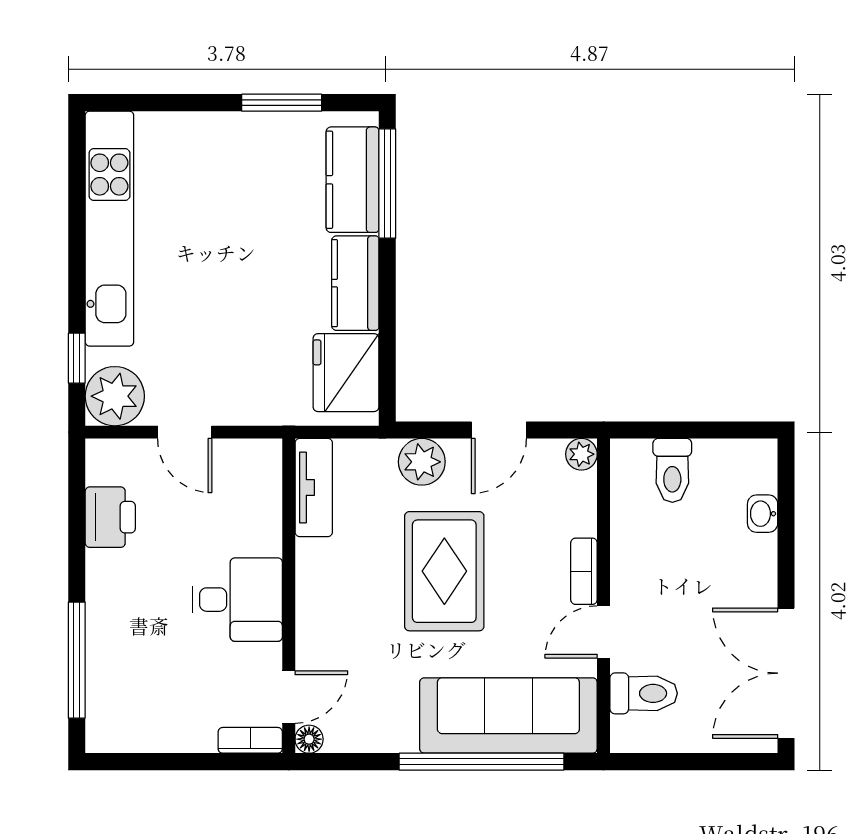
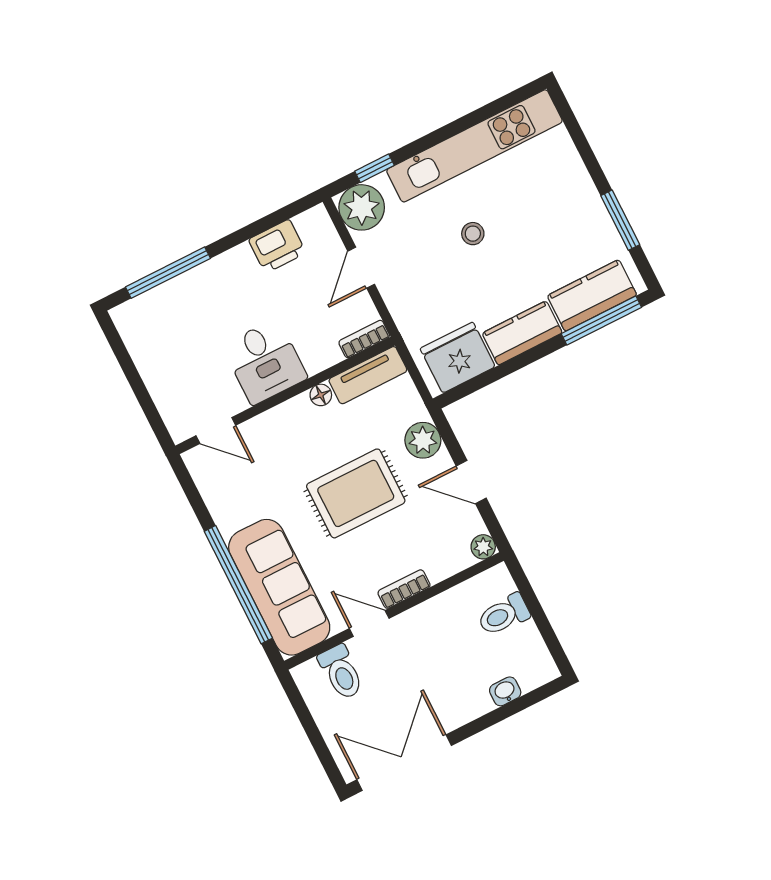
stool: (211, 282) -> (473, 234), added
floor lamp: (309, 739) -> (321, 395), moved
bookcase: (250, 740) -> (364, 339), moved, turned -90

